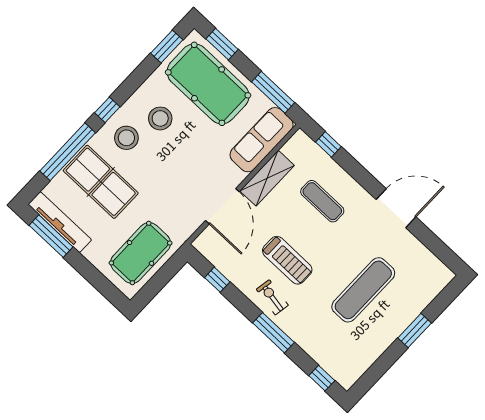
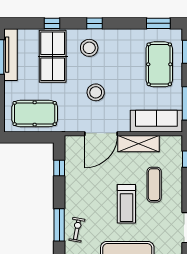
pool table: (208, 84) -> (159, 64), width x0.73, depth x0.76
stool: (160, 118) -> (96, 92), moved
window: (68, 152) -> (52, 23), width x0.32
treadmill: (287, 260) -> (126, 204), moved
exercise bike: (272, 297) -> (77, 230), moved

